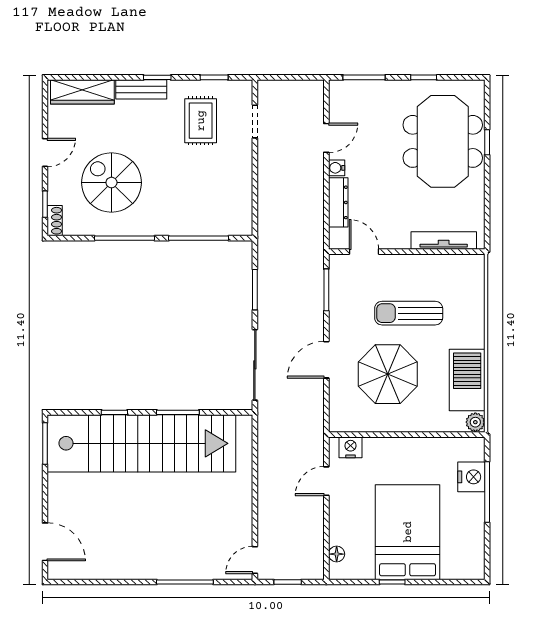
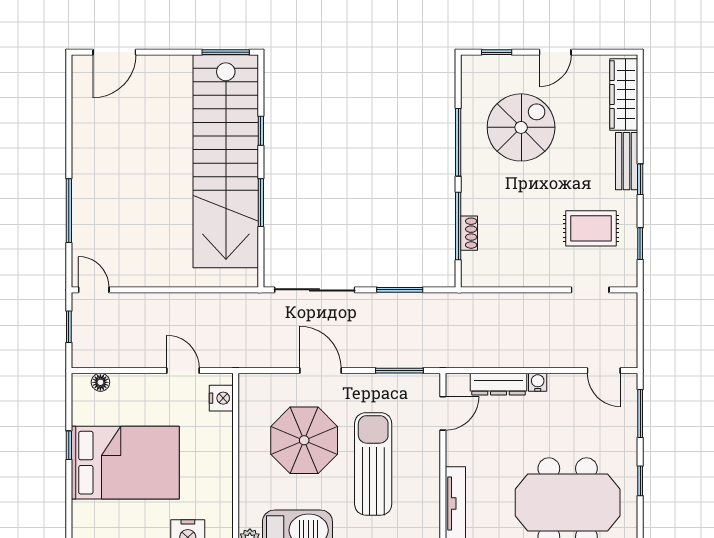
door: (326, 138) -> (604, 371), moved
door: (45, 152) -> (555, 52), hinge flipped
shoe rack: (55, 221) -> (469, 233), moved, turned -90
sun lounger: (409, 313) -> (373, 464), width x1.36, depth x1.34

